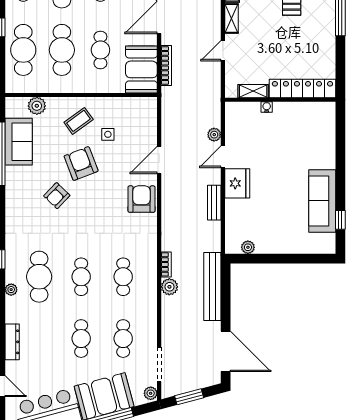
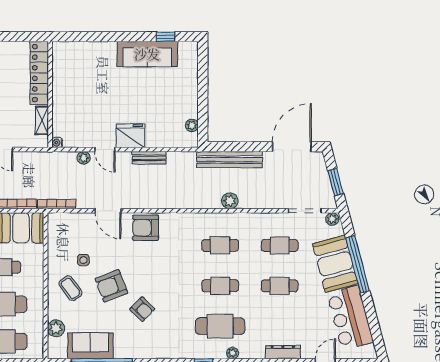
water cooler: (267, 107) -> (57, 143), moved
bookcase: (166, 264) -> (57, 204), moved, width x1.56

